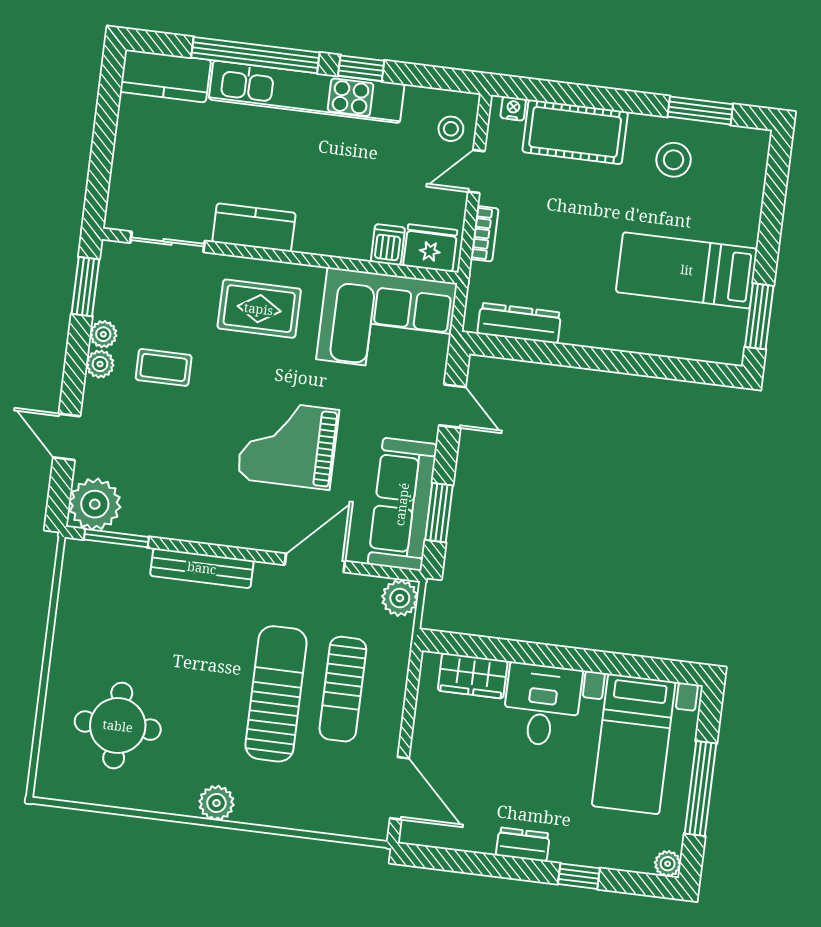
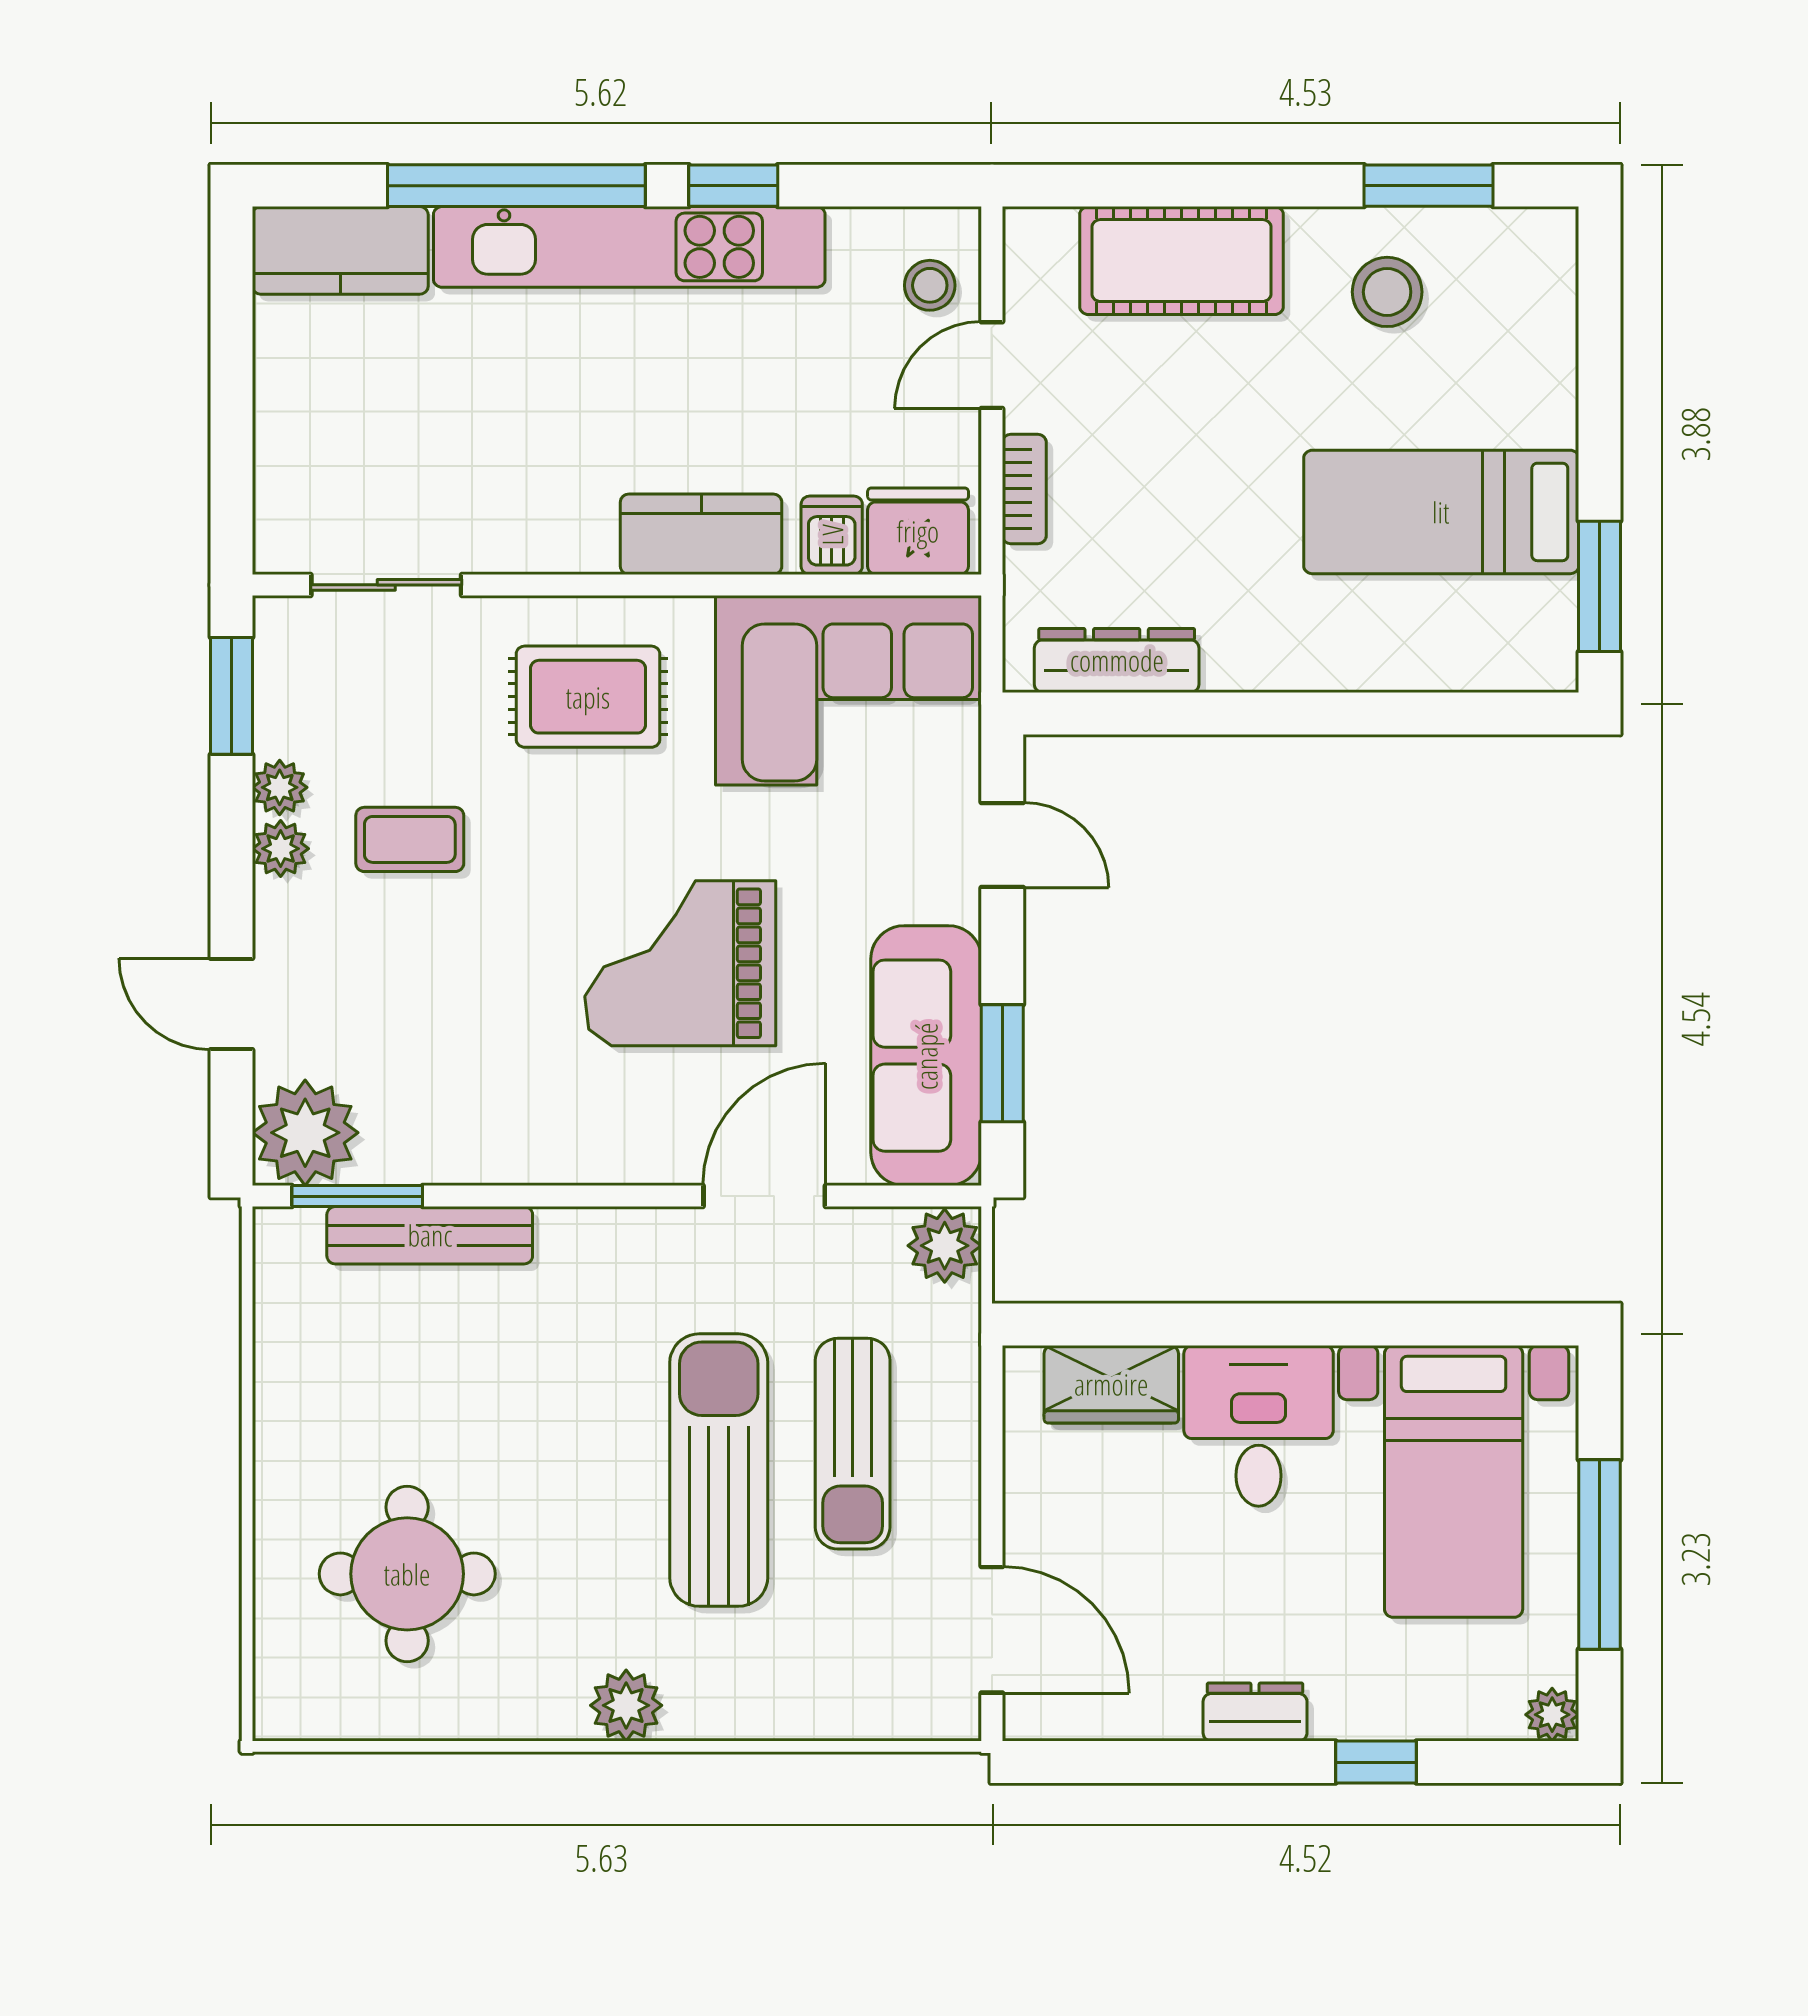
nightstand: (513, 109) -> (1051, 229), removed
kitchen counter: (254, 228) -> (701, 534), moved
bench: (202, 568) -> (430, 1235), moved

